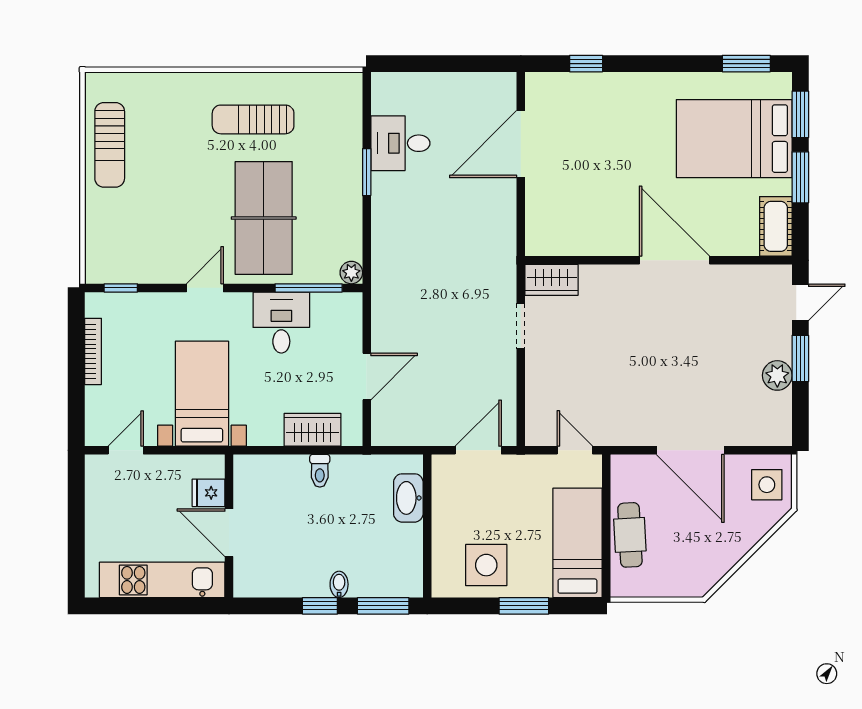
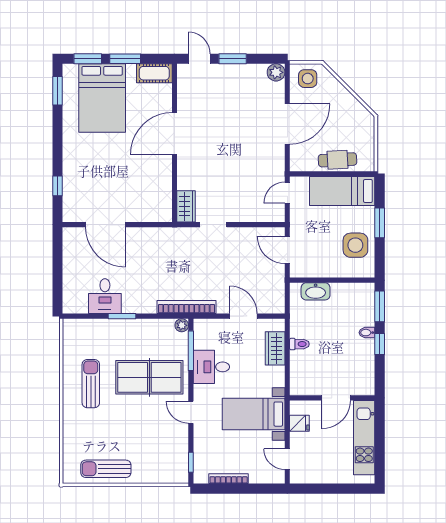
sun lounger: (253, 119) -> (91, 384), turned 180
sun lounger: (110, 145) -> (106, 469), turned 180
bookcase: (382, 281) -> (186, 307), added
plant: (777, 375) -> (276, 72), moved
fridge: (209, 493) -> (299, 423), moved, turned -90

